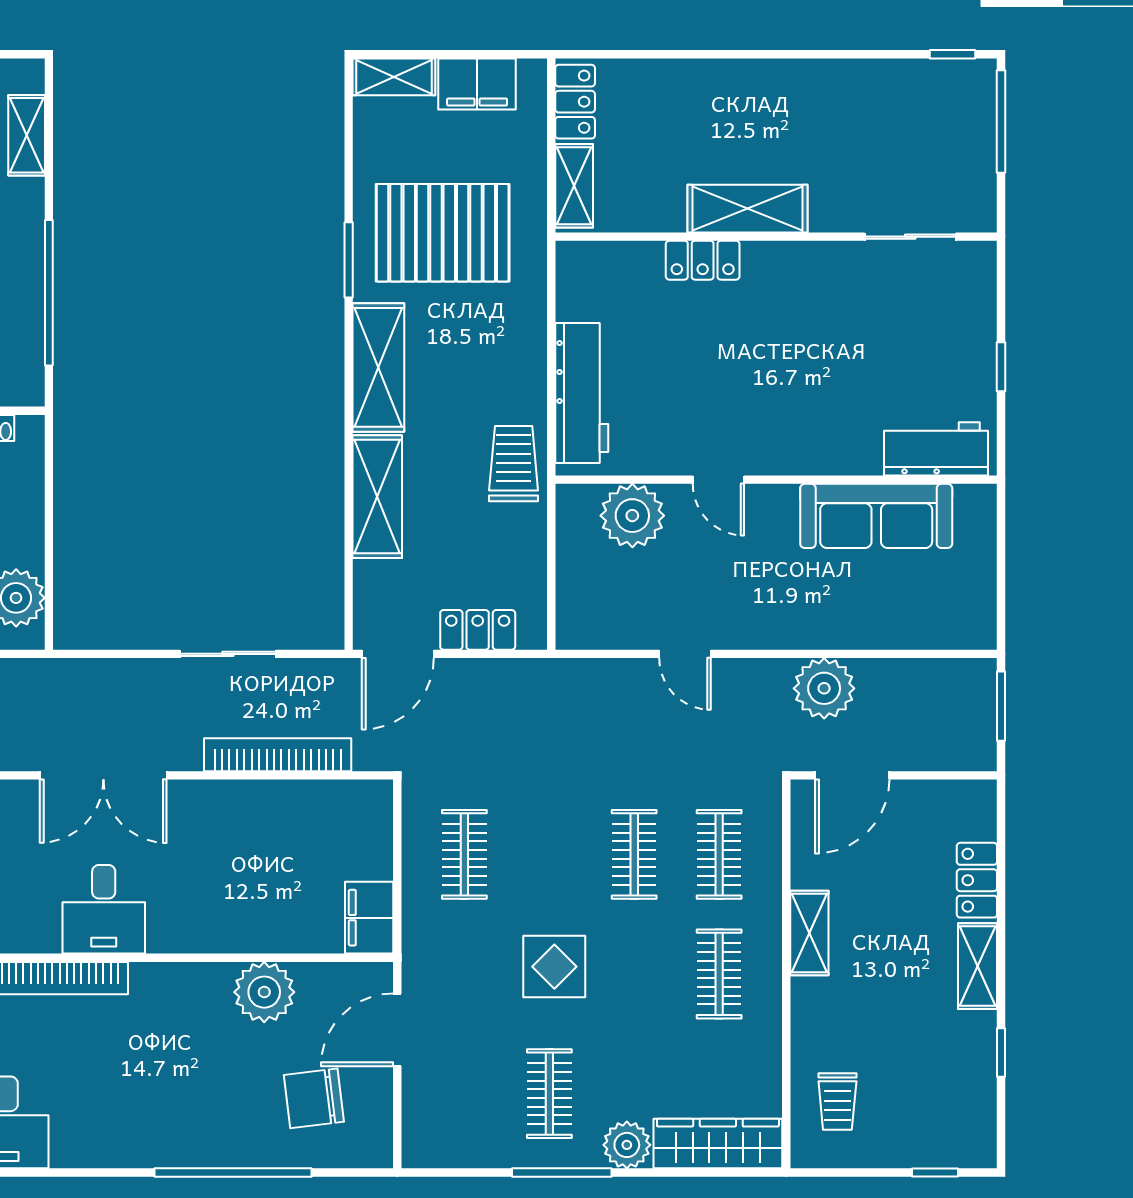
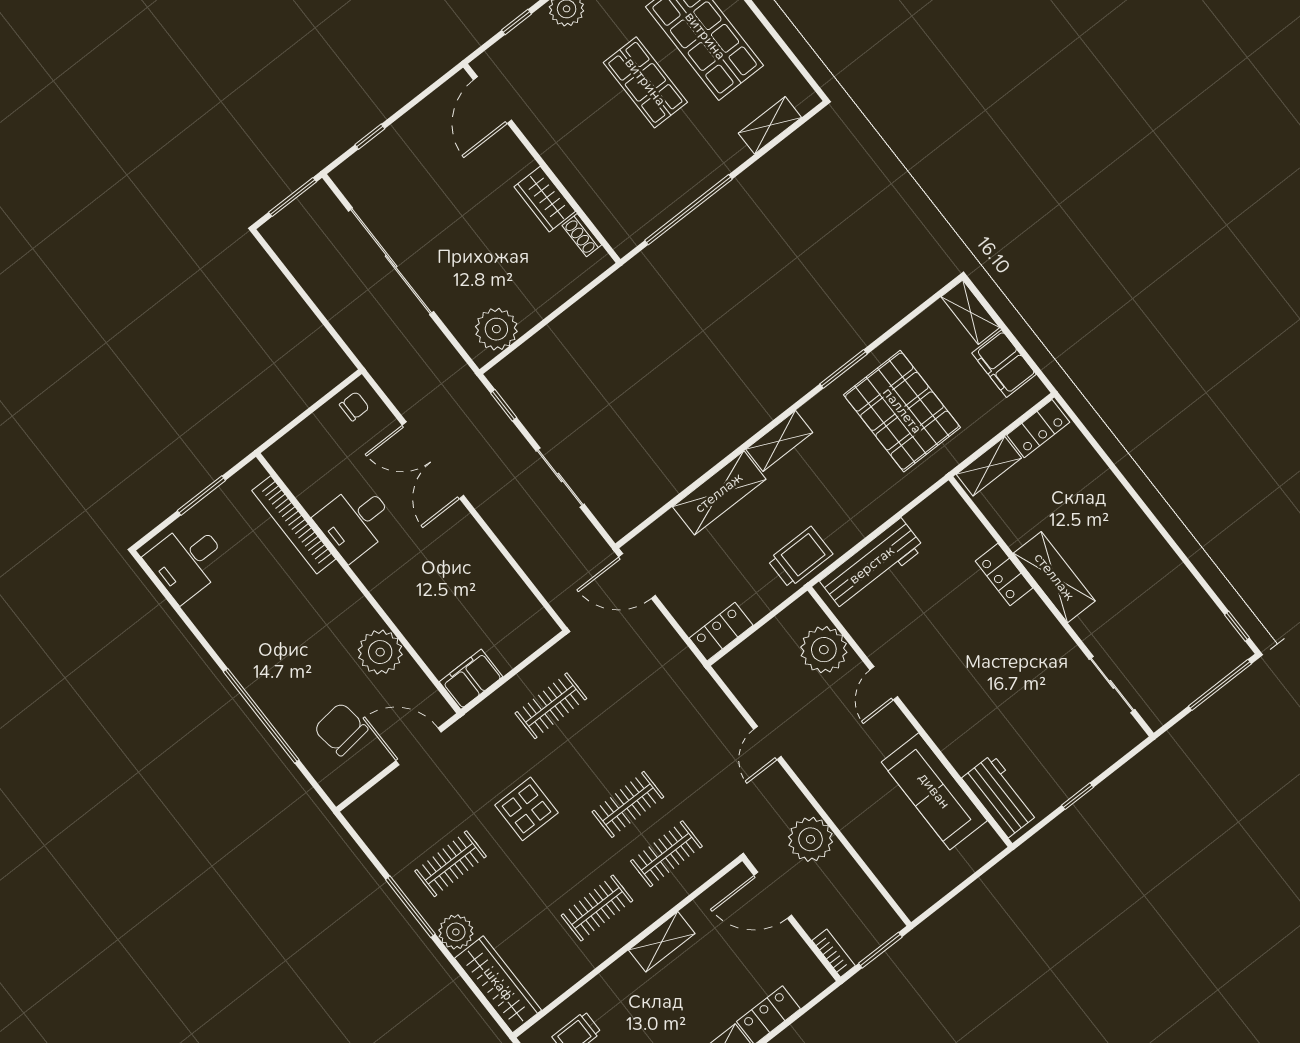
shelving: (378, 367) -> (779, 441), width x0.67, depth x0.75
locker: (478, 630) -> (721, 632), moved, turned -90
window: (104, 654) -> (504, 405), added
bookcase: (278, 755) -> (834, 953), moved, width x0.43, depth x0.76

